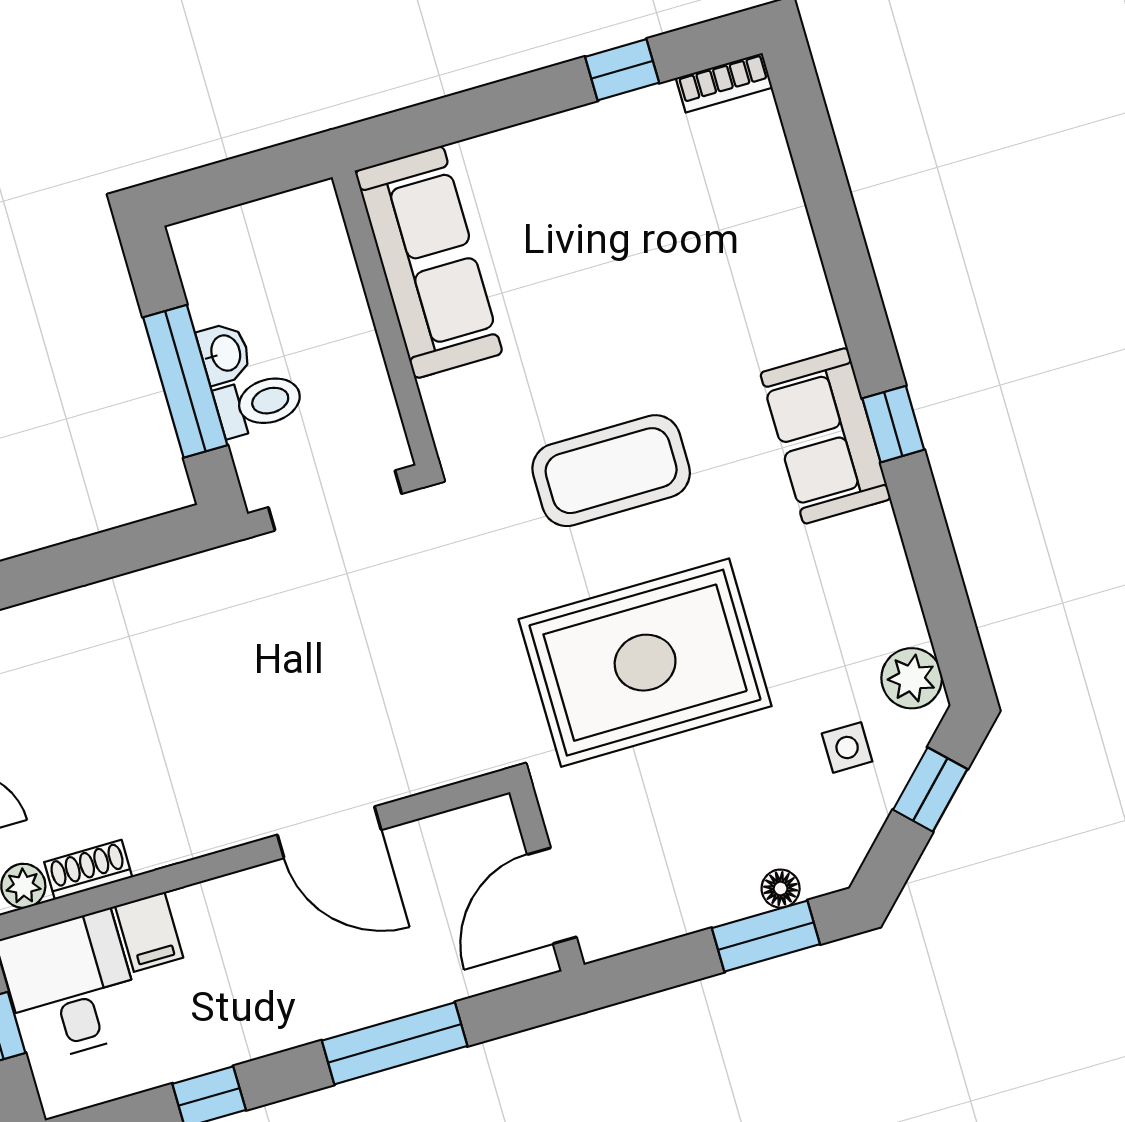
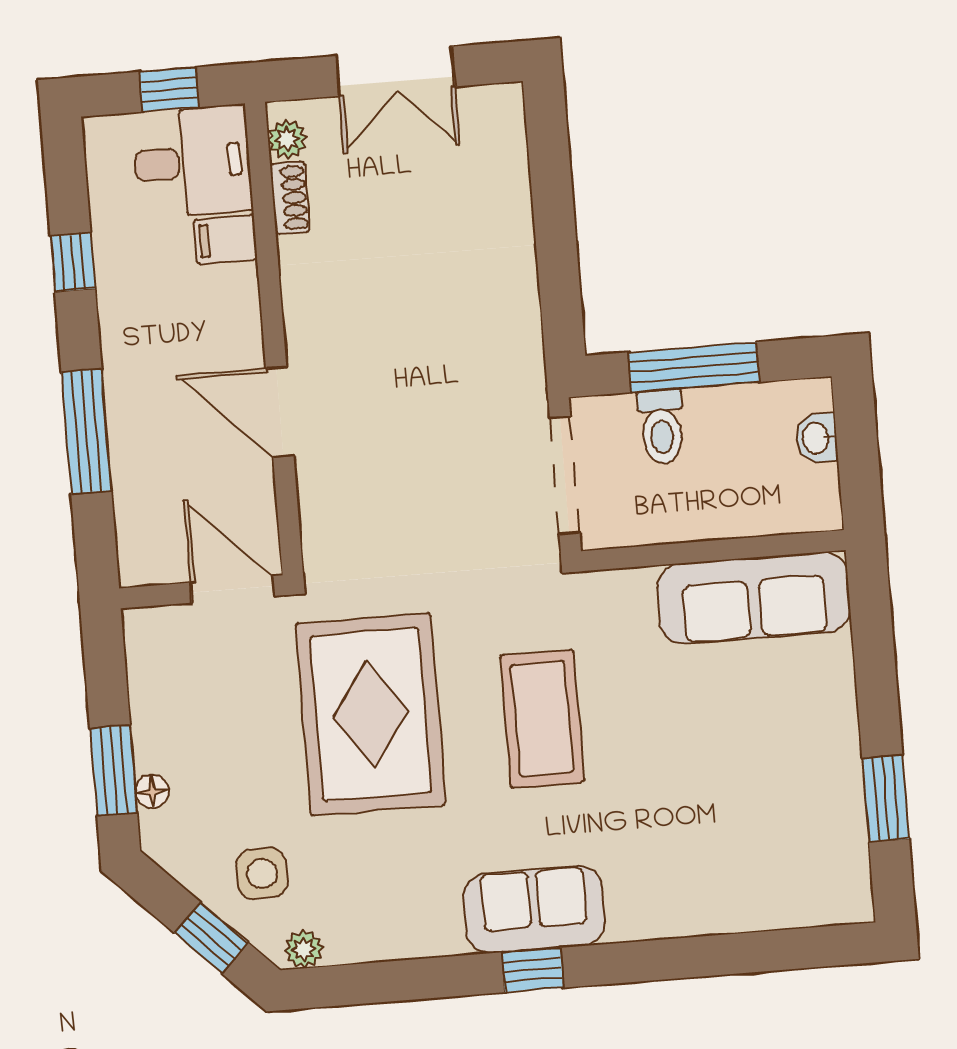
window: (622, 70) -> (886, 798), width x1.50
bookcase: (724, 83) -> (857, 884), removed
washbasin: (224, 353) -> (817, 438), moved, turned 90
plant: (912, 678) -> (304, 949), width x0.73, depth x0.73
side table: (847, 747) -> (262, 873), width x1.37, depth x1.37
door: (329, 832) -> (280, 412), hinge flipped
door: (552, 896) -> (232, 589), moved

